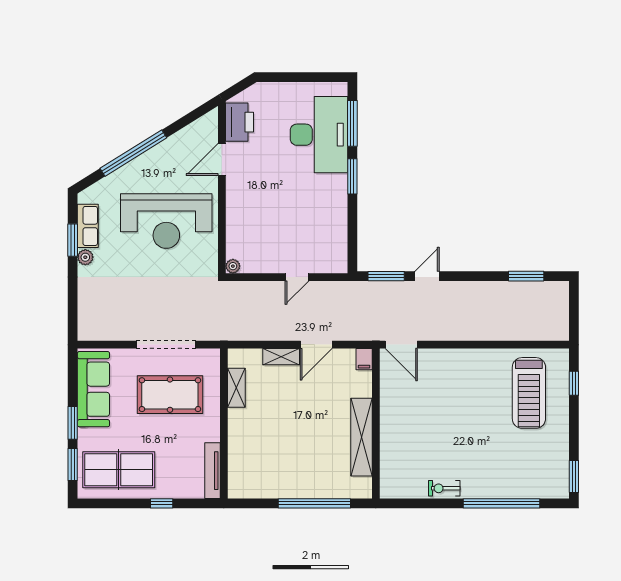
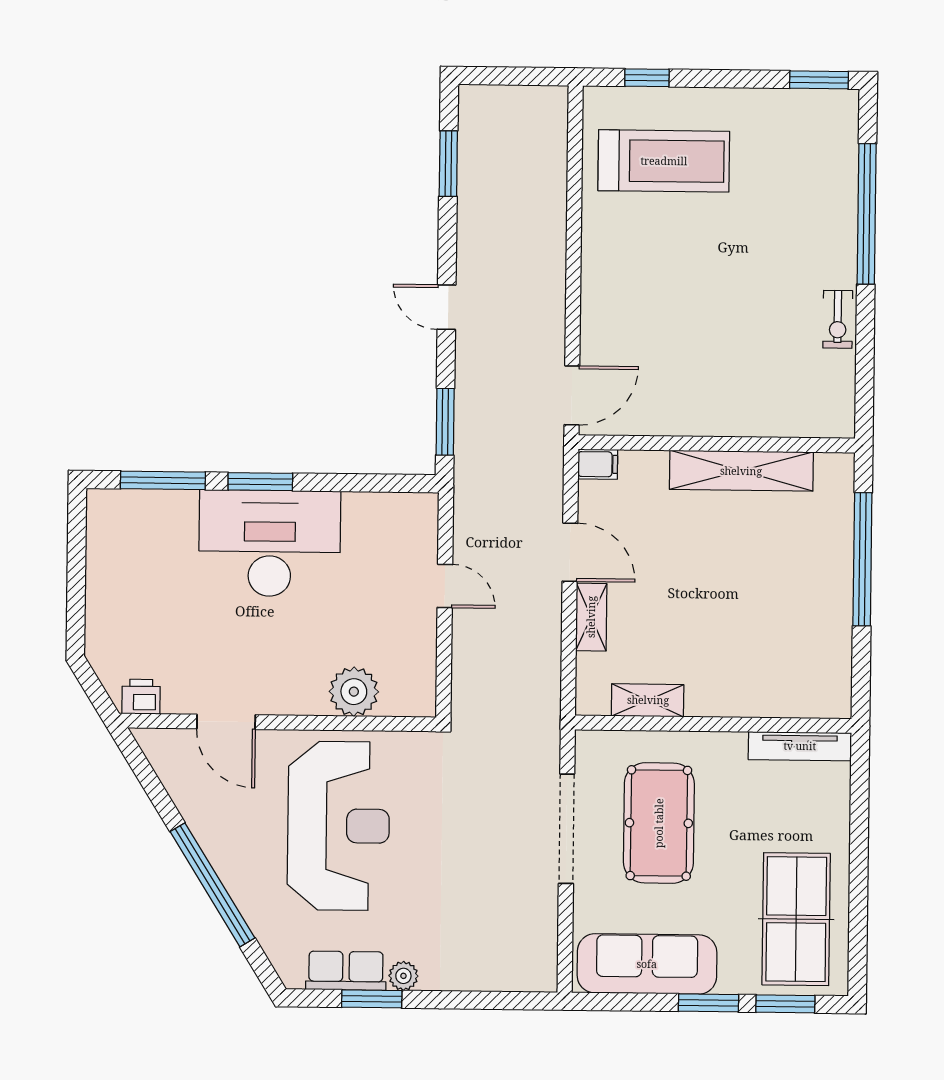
printer: (240, 122) -> (141, 697), width x0.53, depth x0.68
desk: (319, 135) -> (270, 543), moved
plant: (233, 266) -> (354, 692), moved, width x1.88, depth x1.88
door: (427, 276) -> (447, 307), moved
window: (162, 503) -> (859, 841), removed

